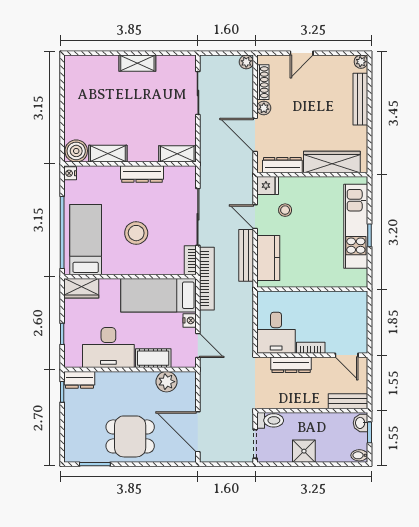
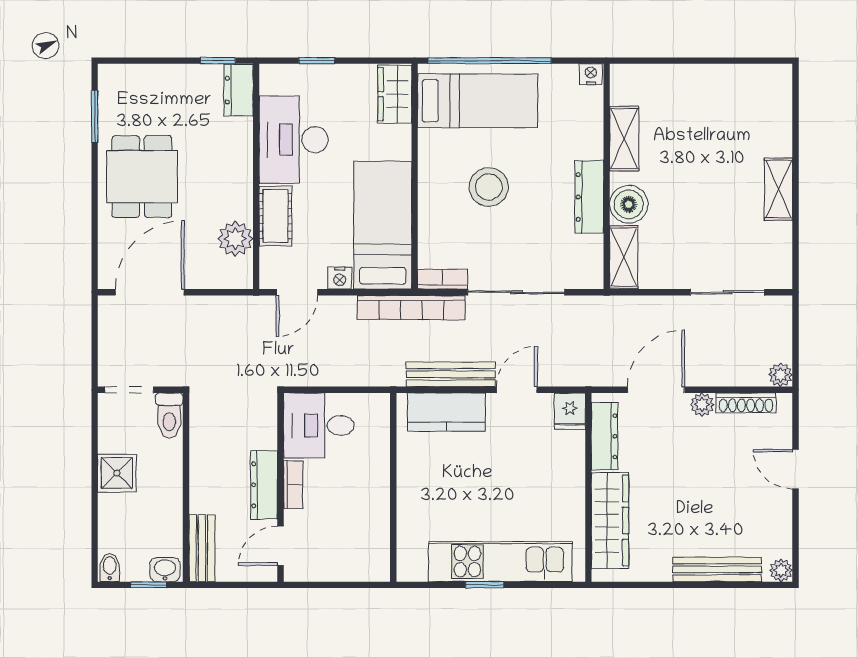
boiler: (76, 151) -> (629, 204), moved
stool: (285, 210) -> (528, 441), removed
dresser: (291, 365) -> (264, 485), moved

